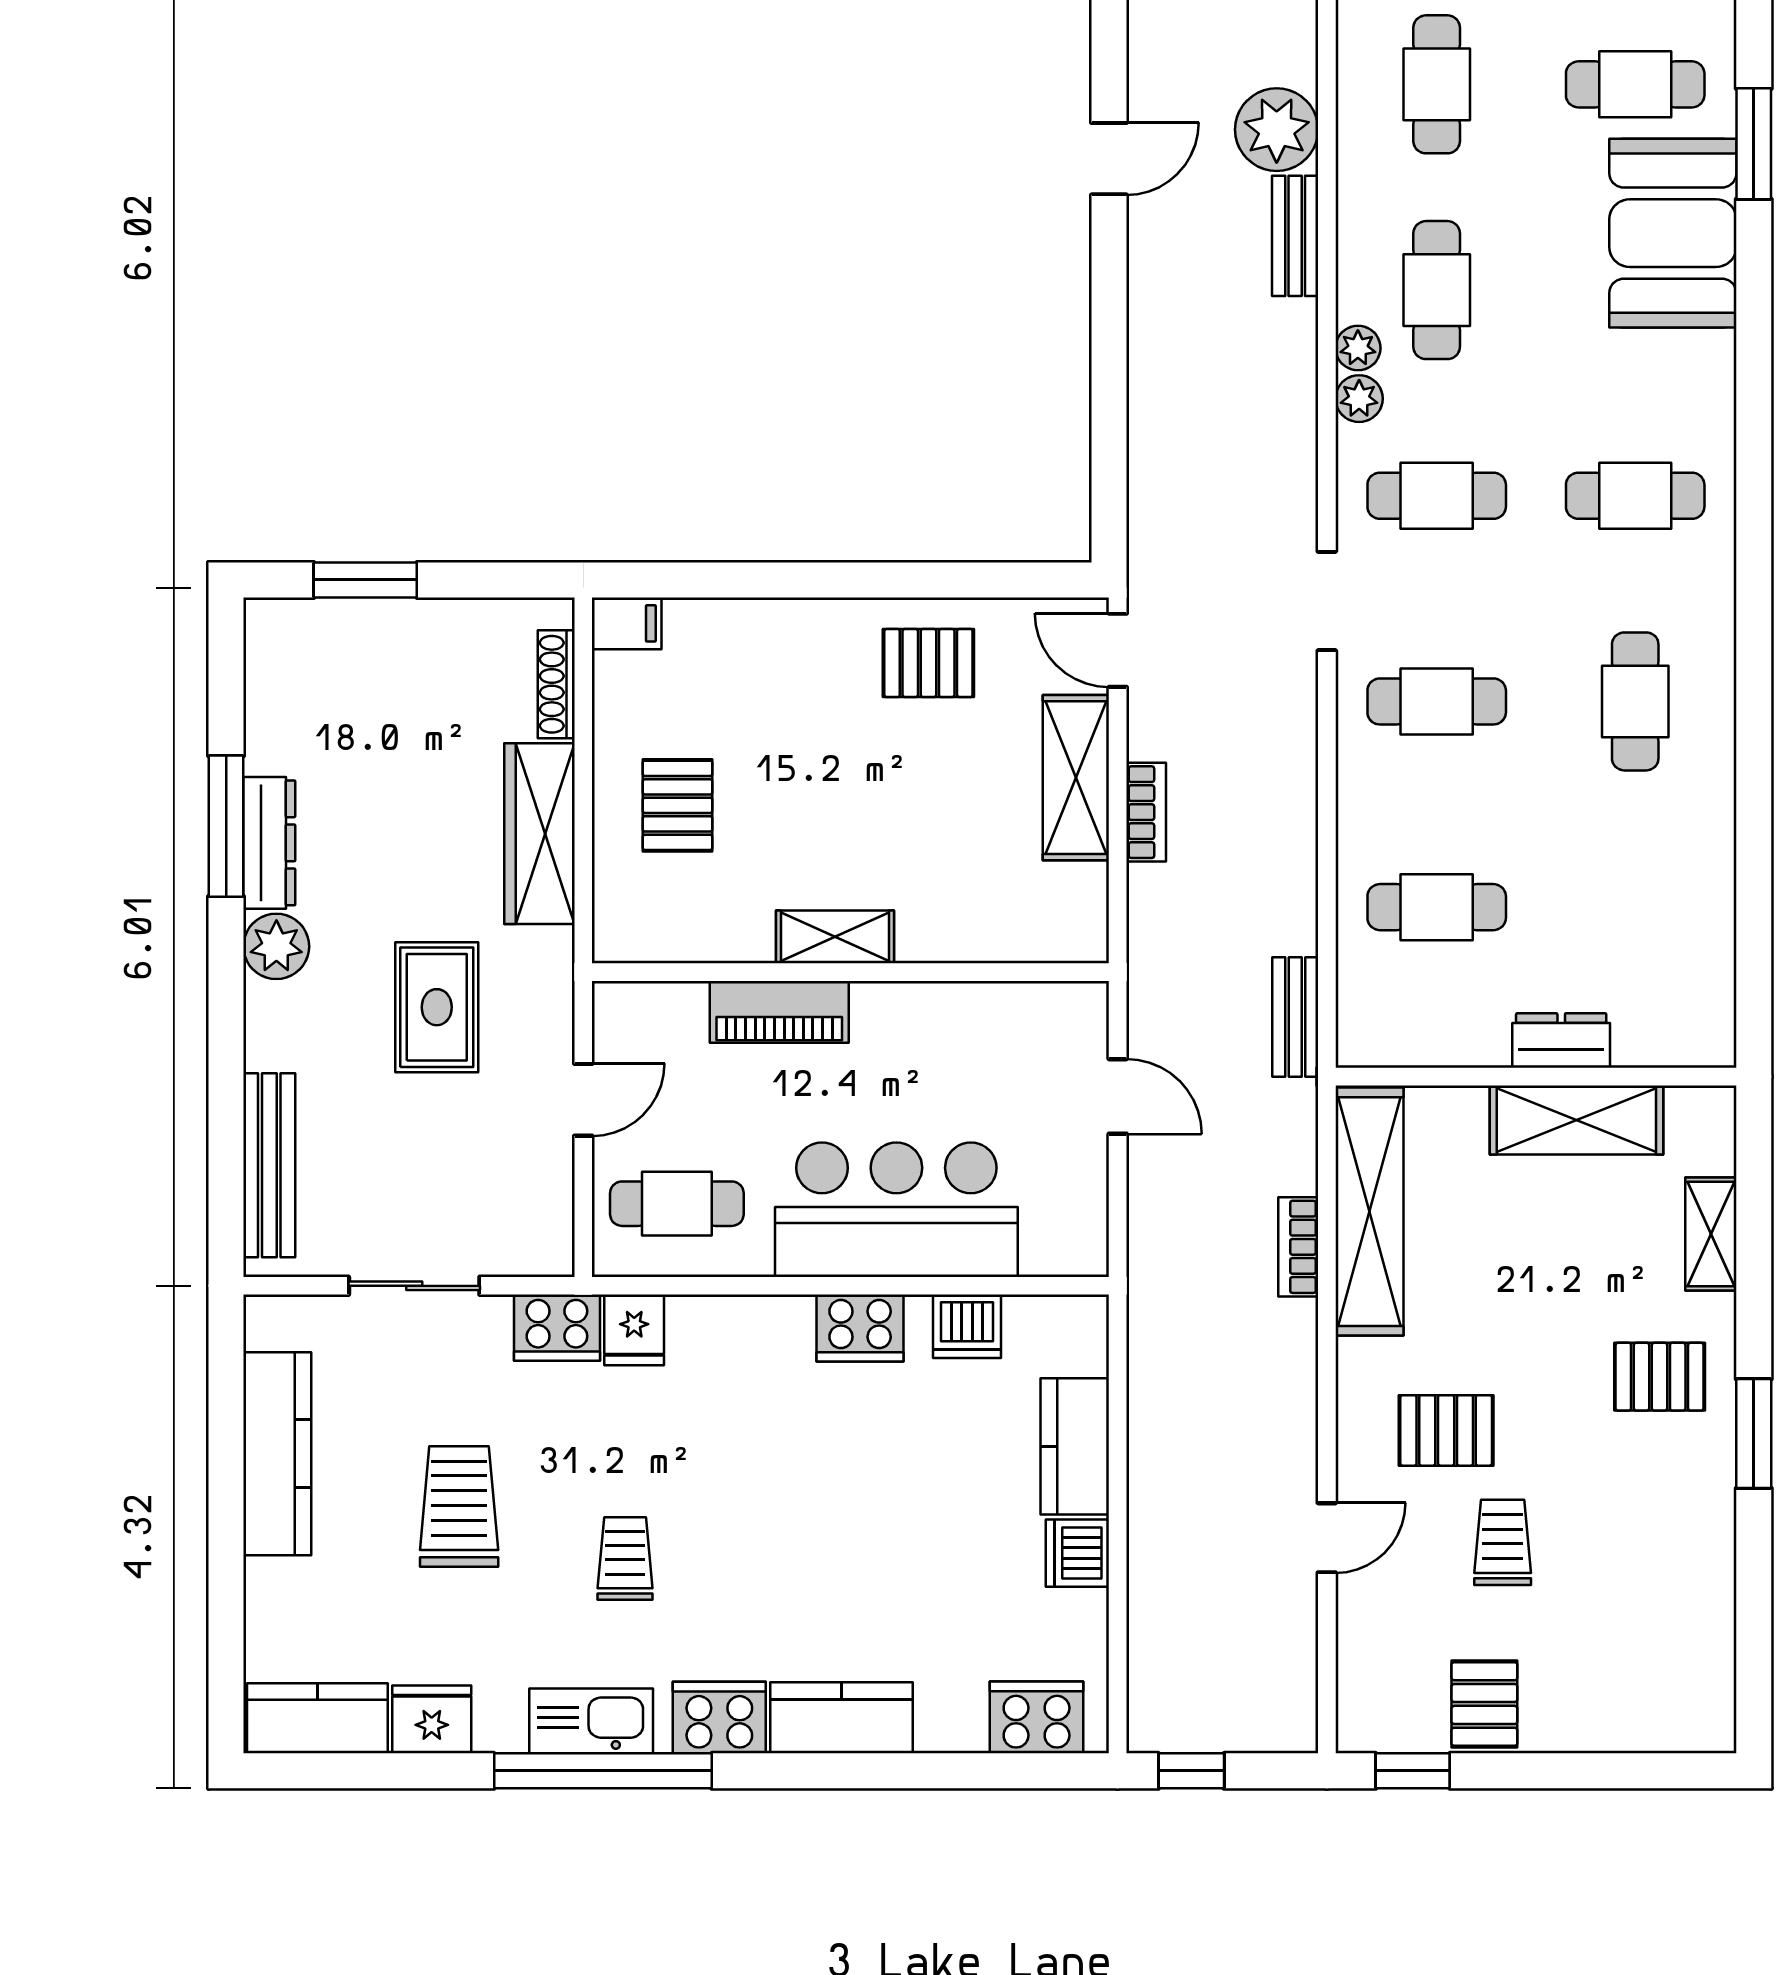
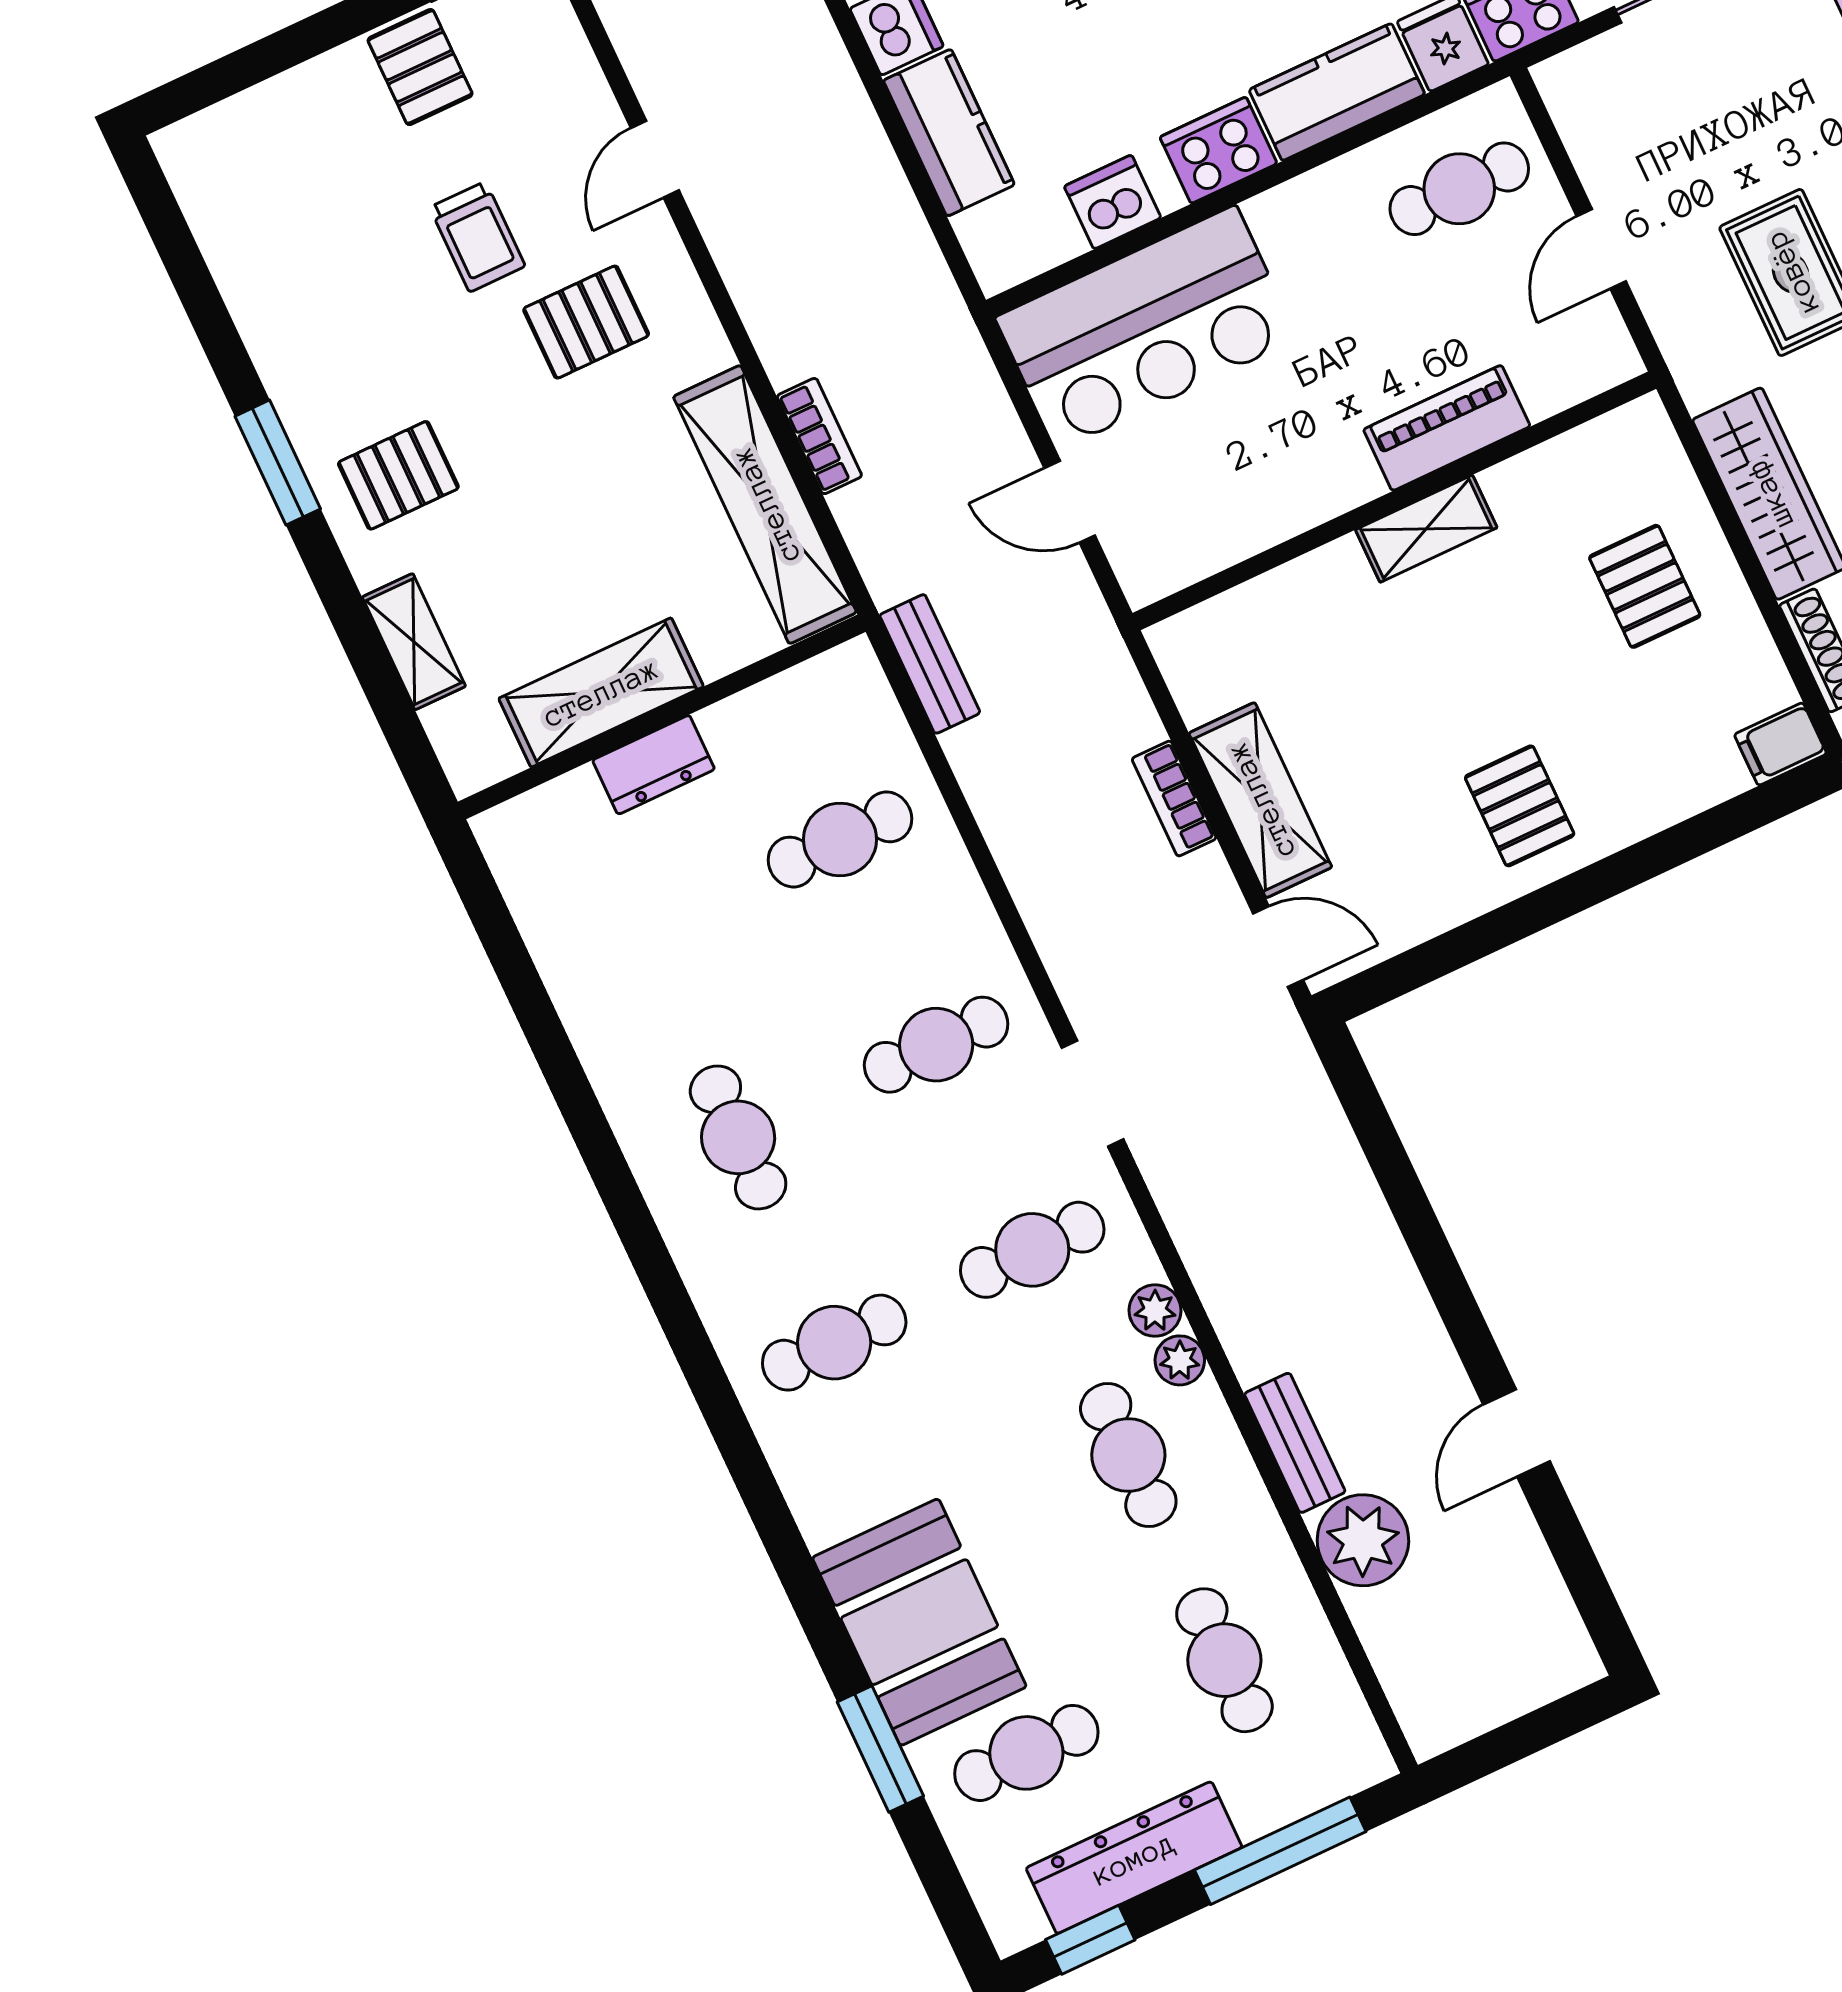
pallet: (928, 663) -> (1520, 806), moved, turned 90
bar counter: (896, 1210) -> (1146, 328), moved
kitchen counter: (740, 1330) -> (1337, 92), added

